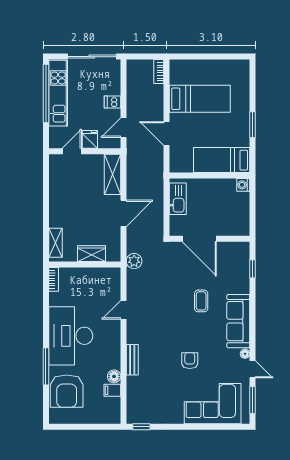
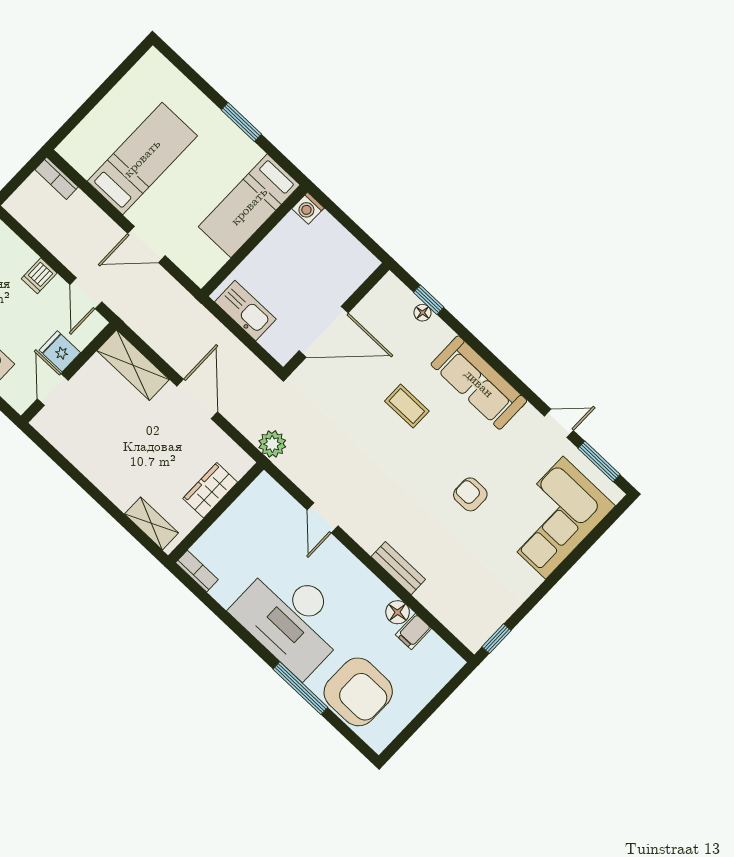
floor lamp: (245, 354) -> (423, 313), moved

